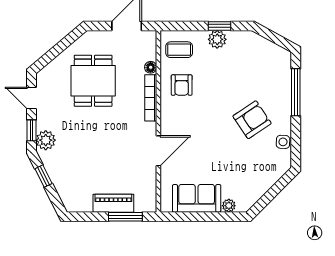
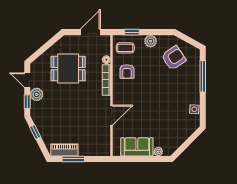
window: (220, 26) -> (132, 32), moved
dining table: (93, 81) -> (68, 69), turned 90
armchair: (252, 120) -> (174, 58), moved
plant: (46, 140) -> (37, 94), moved
piano: (113, 203) -> (64, 150), moved
window: (125, 217) -> (73, 159), moved

